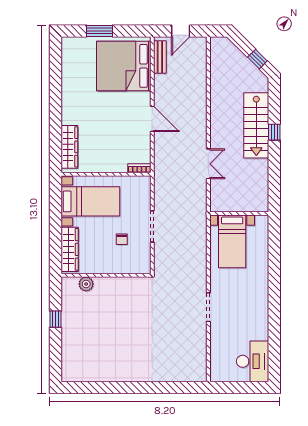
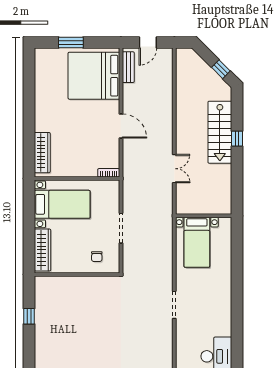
chair: (122, 239) -> (97, 257), moved
plant: (86, 284) -> (58, 283), removed

